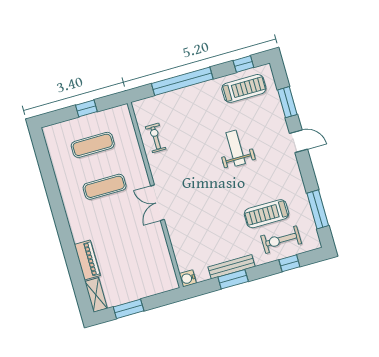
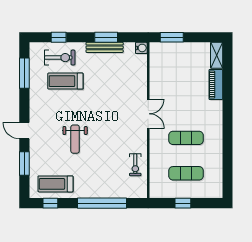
treadmill: (266, 214) -> (65, 81), turned 180
window: (129, 309) -> (172, 37), moved

